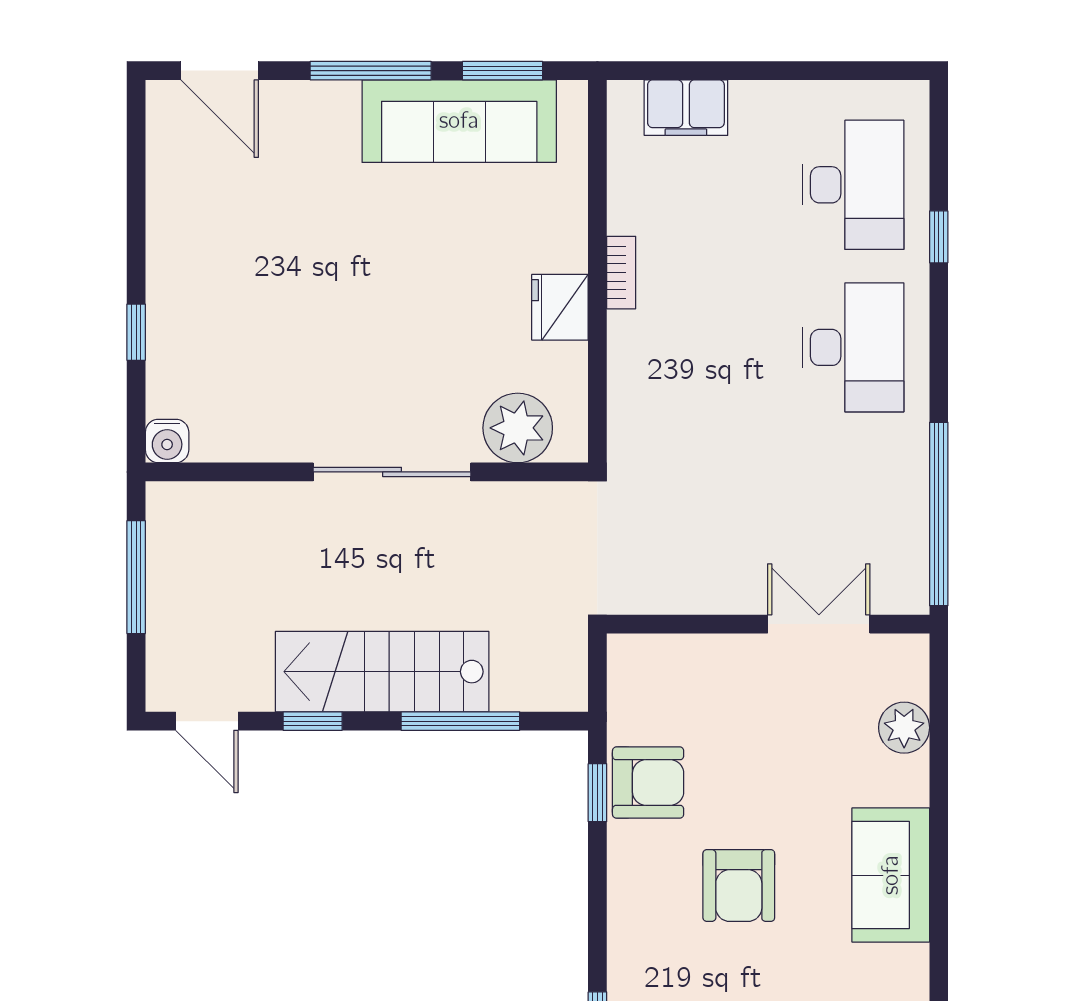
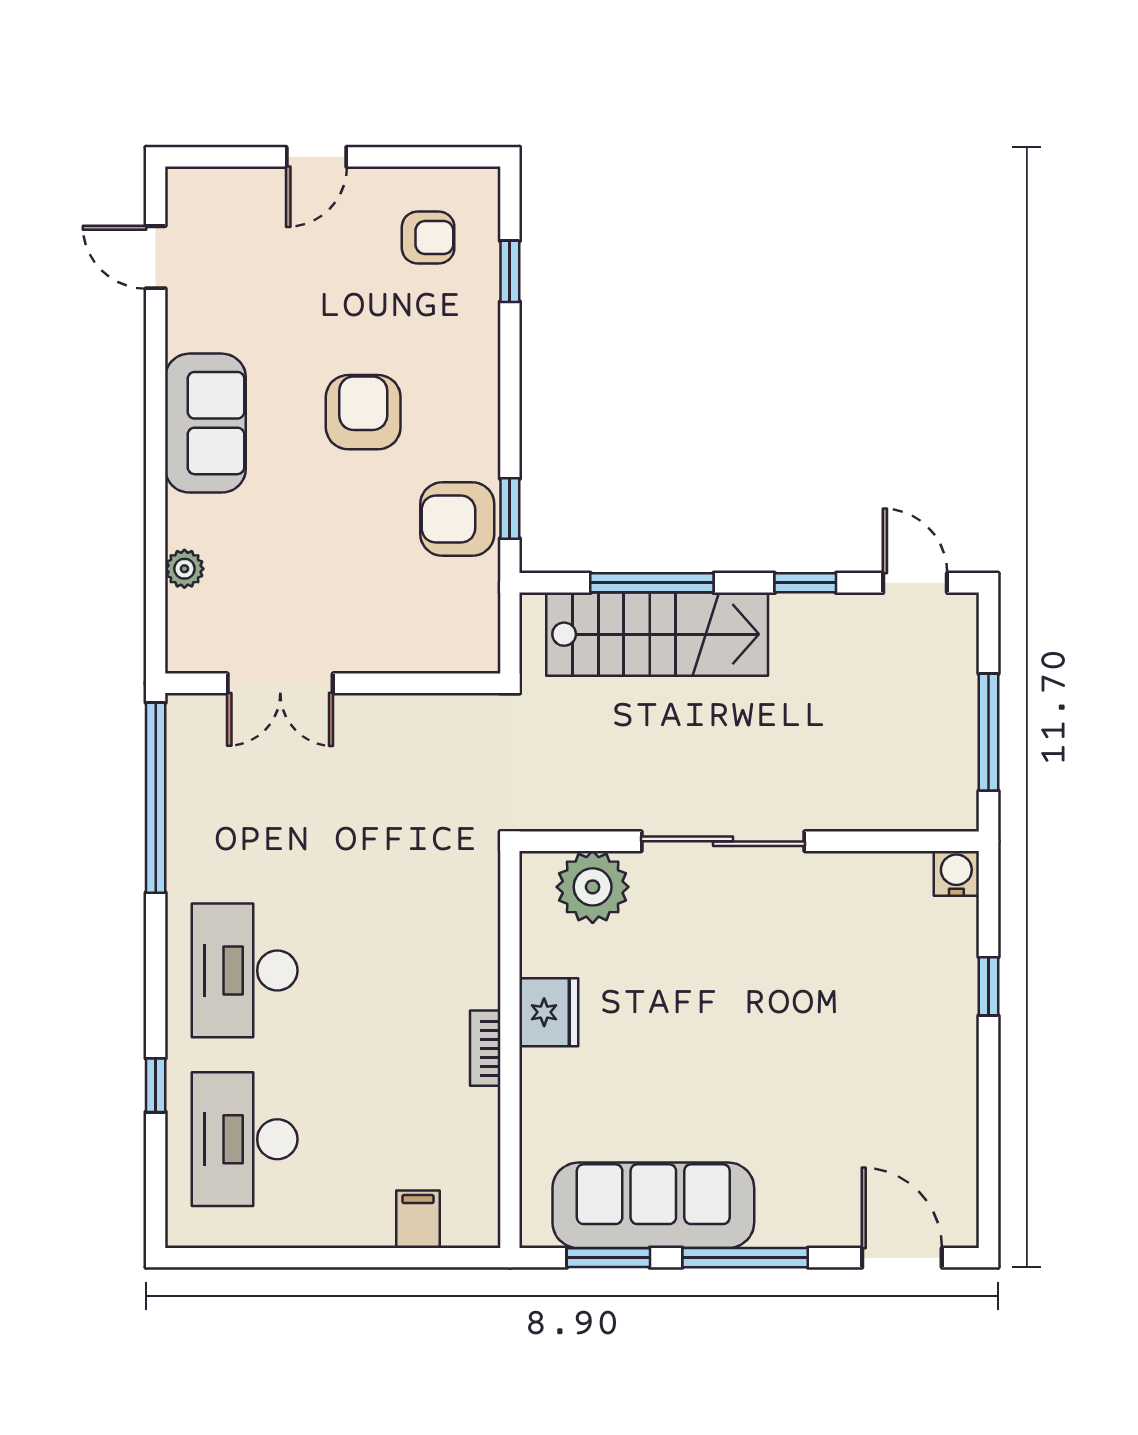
filing cabinet: (686, 108) -> (418, 1219), width x0.50
stairs: (382, 672) -> (657, 634), moved
plant: (904, 728) -> (184, 569), width x0.73, depth x0.73

